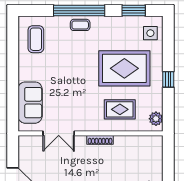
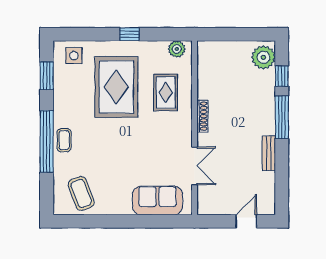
coffee table: (36, 39) -> (81, 193), turned 69

